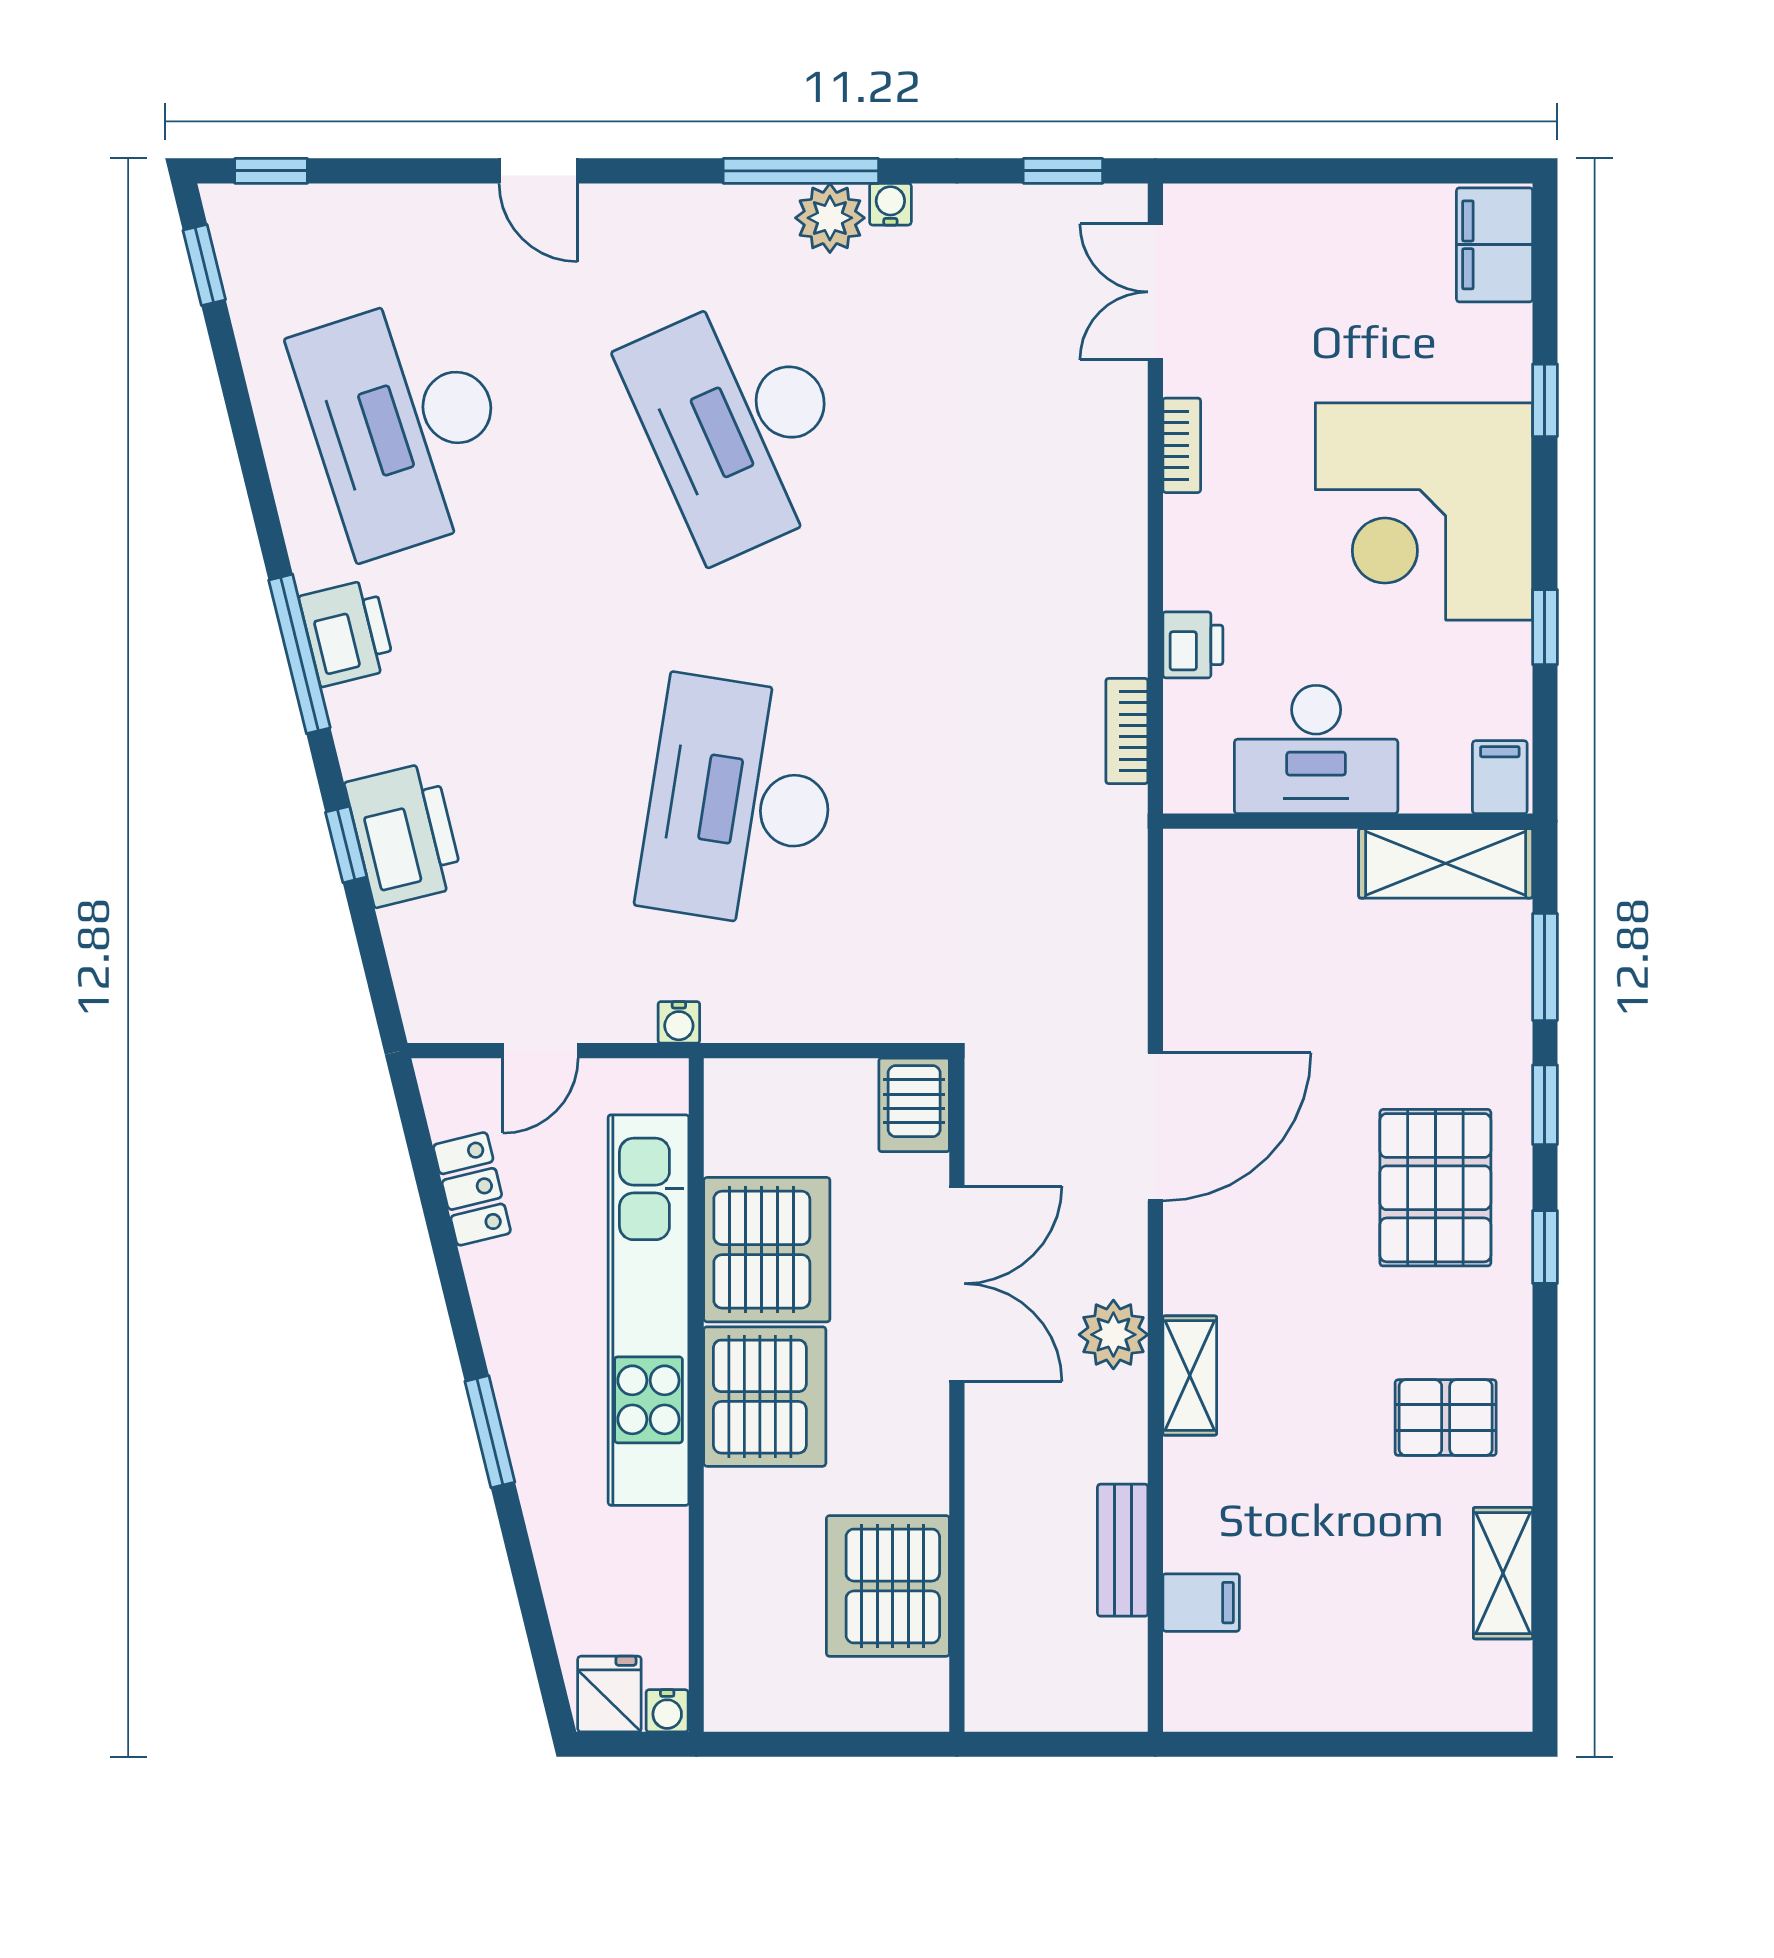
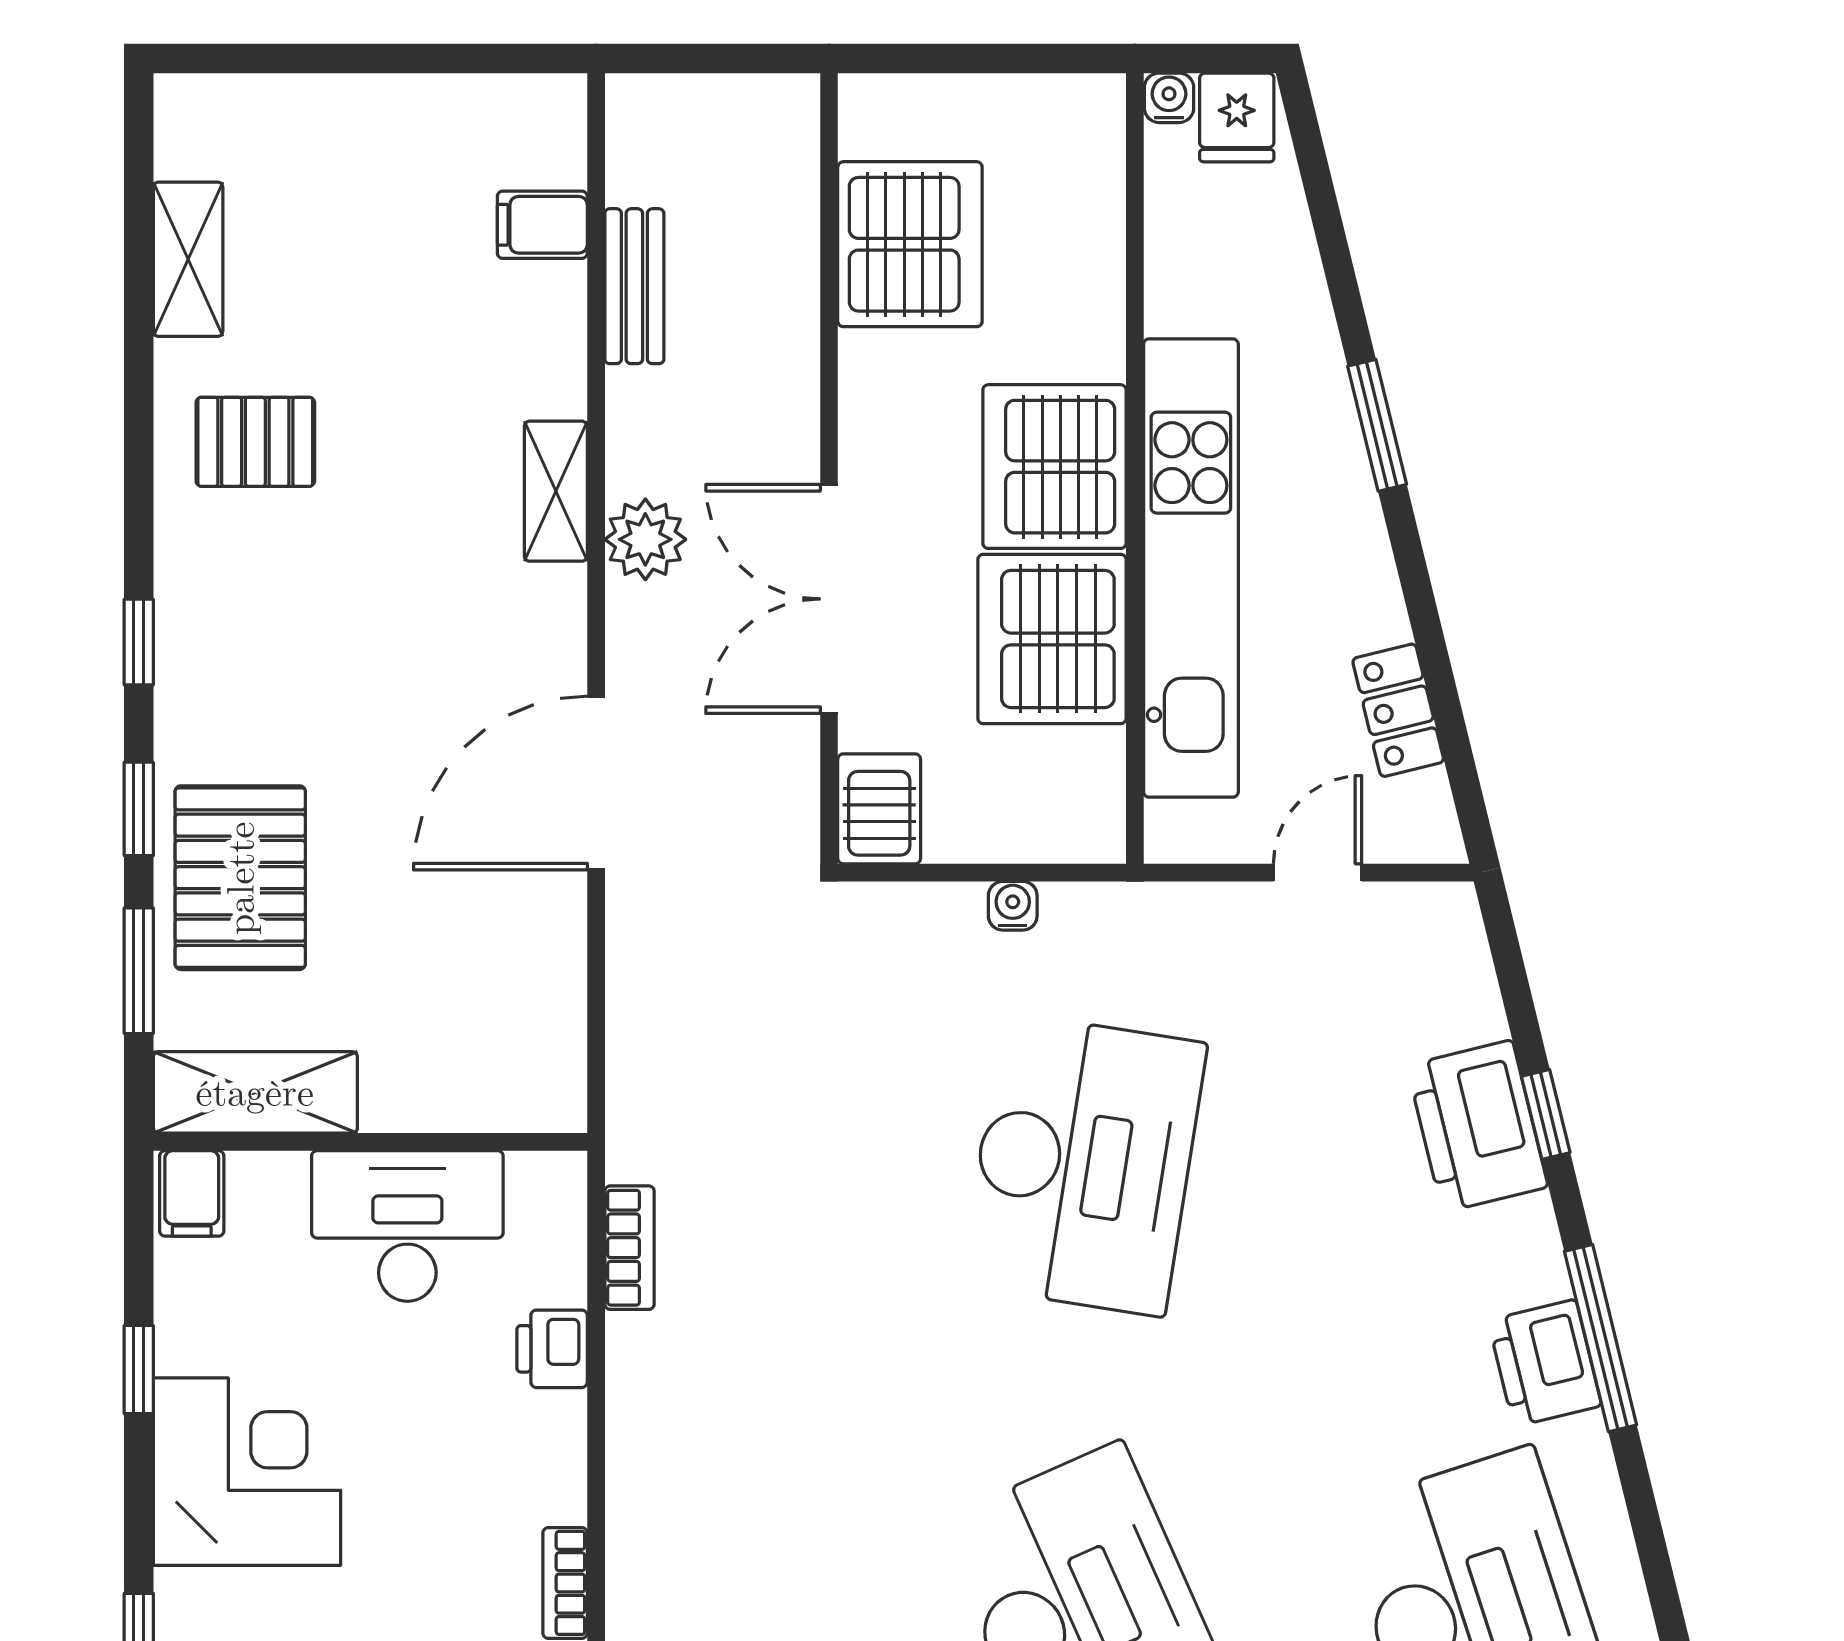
corner desk: (1424, 511) -> (247, 1472), width x0.74, depth x0.74
water cooler: (679, 1022) -> (1013, 906), moved
pallet: (1435, 1188) -> (240, 878), moved

